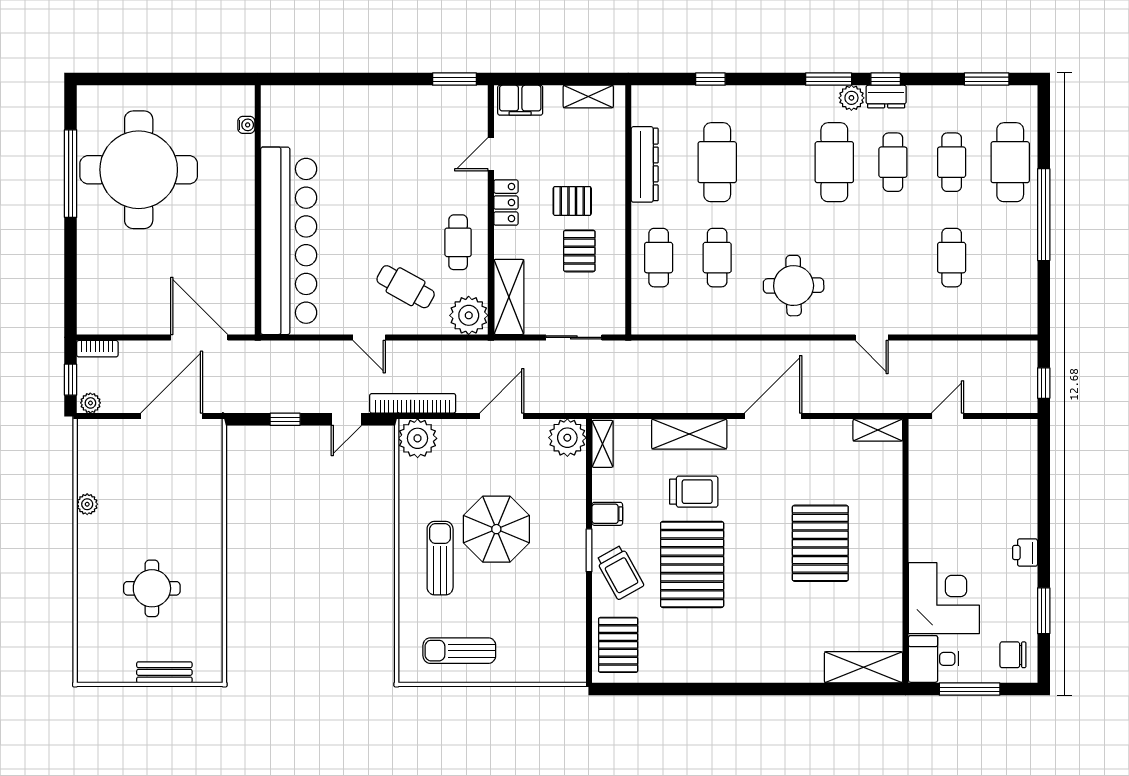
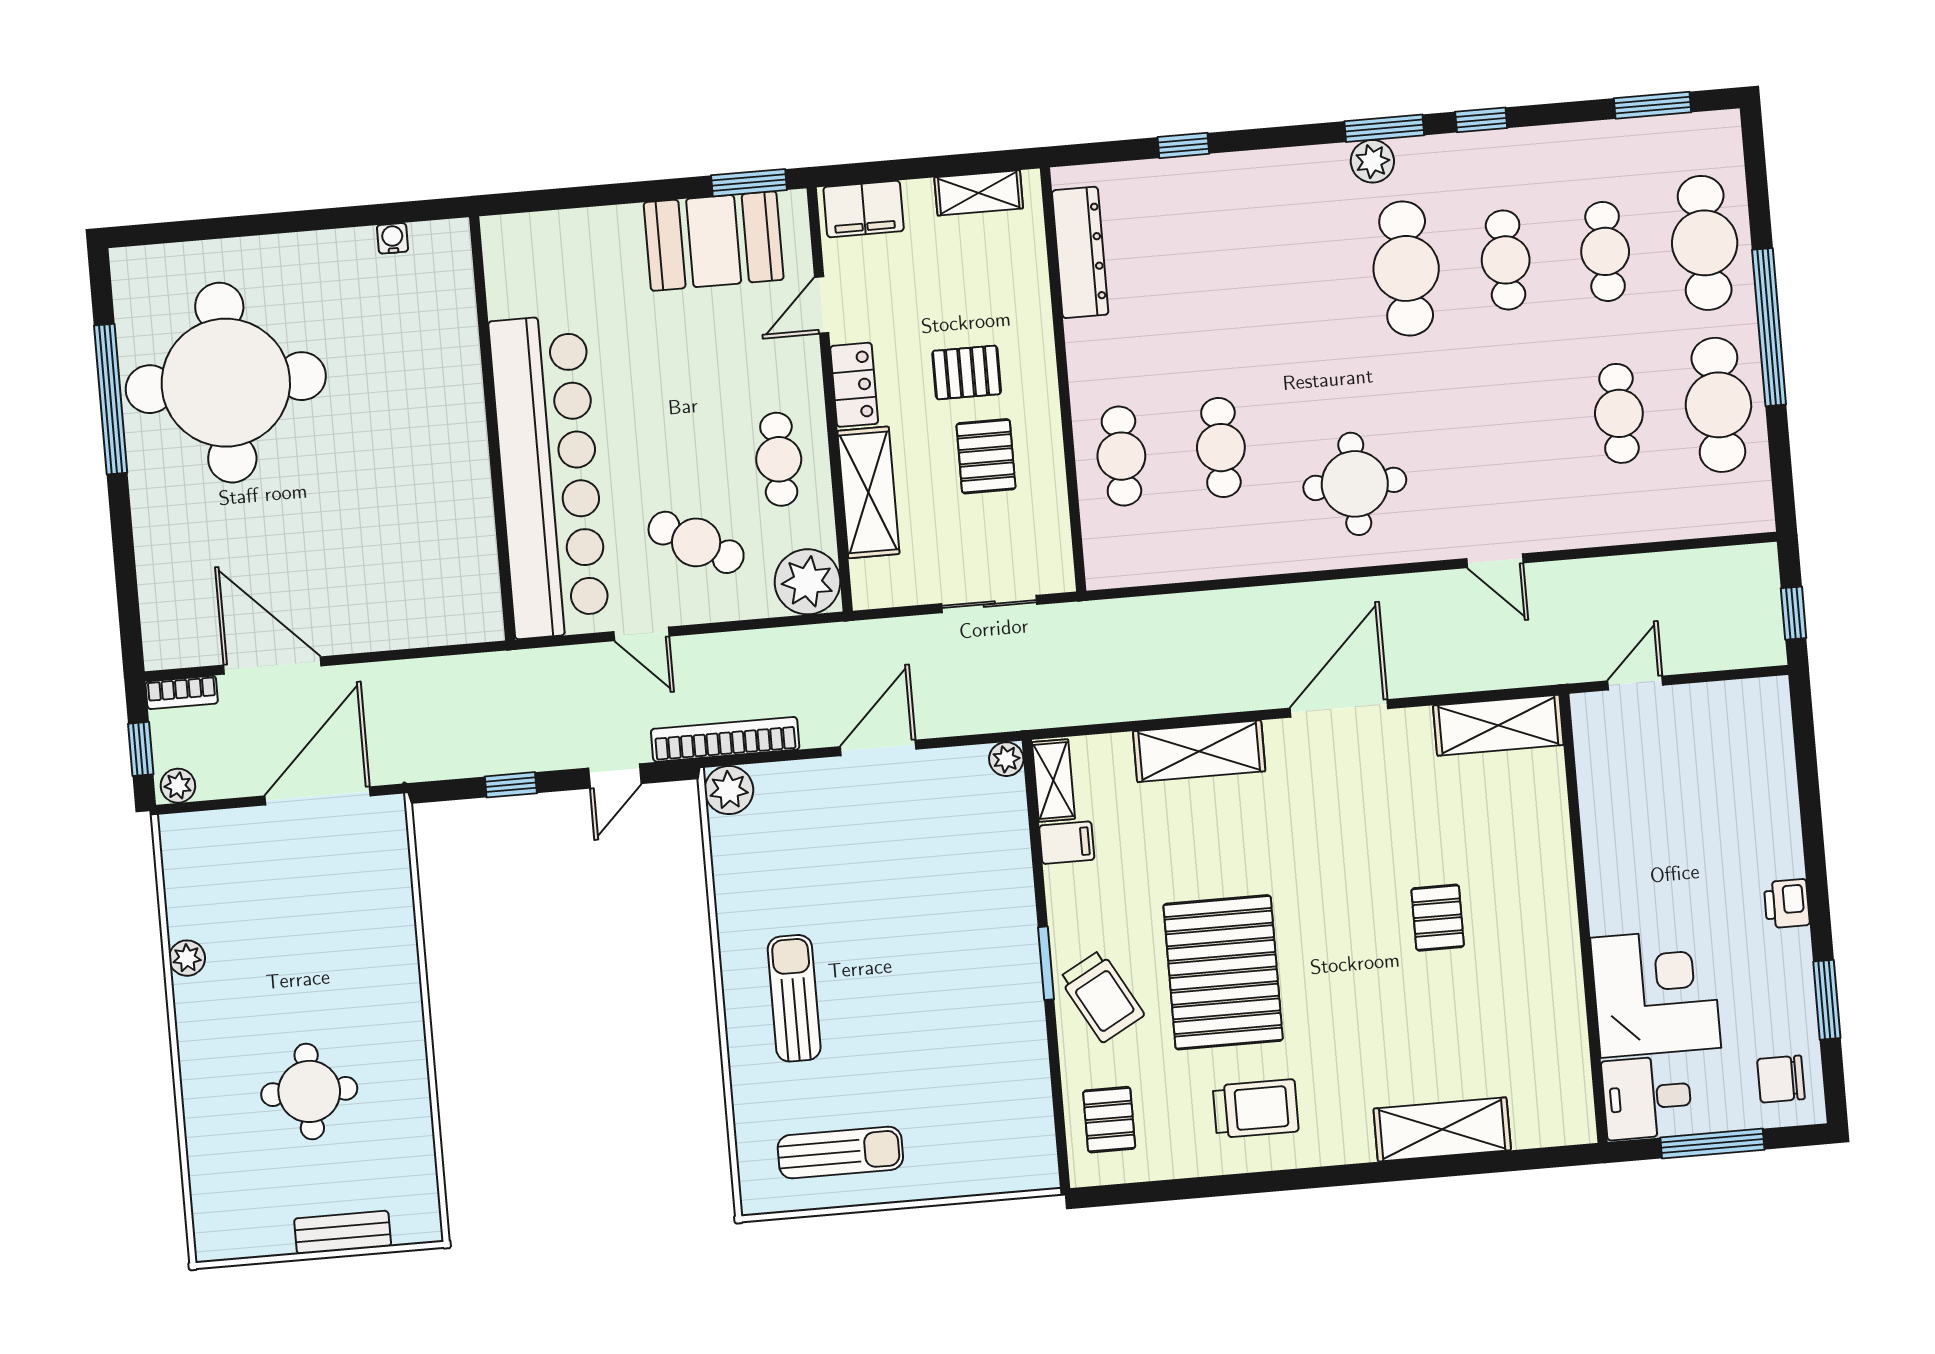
dresser: (886, 97) -> (1484, 149), removed
plant: (851, 98) -> (1372, 161), moved
booth: (431, 111) -> (714, 241), added
water cooler: (246, 125) -> (392, 238), moved, turned -90
cafe table: (717, 162) -> (1718, 405), moved
dresser: (645, 164) -> (1080, 252), moved
wall: (258, 210) -> (492, 428), moved
bar counter: (289, 241) -> (549, 476), moved
shelving: (509, 297) -> (868, 492), moved
door: (199, 337) -> (272, 666), moved
shelving: (878, 430) -> (1498, 725), width x1.50, depth x1.33
plant: (418, 438) -> (729, 790), width x0.73, depth x0.73
plant: (567, 438) -> (1006, 759), width x0.53, depth x0.53
trolley: (694, 492) -> (1256, 1109), moved
filing cabinet: (607, 514) -> (1067, 843), moved
parasol: (496, 529) -> (886, 941), removed
pallet: (820, 543) -> (1438, 918), width x0.49, depth x0.50
pallet: (618, 645) -> (1109, 1120), width x0.67, depth x0.71
sun lounger: (459, 651) -> (840, 1152), turned 180
shelving: (863, 667) -> (1442, 1129), moved

